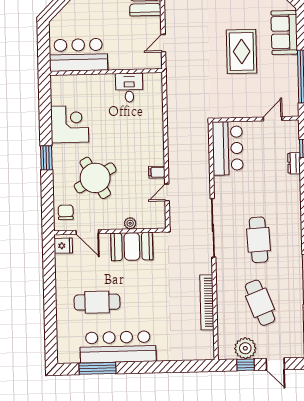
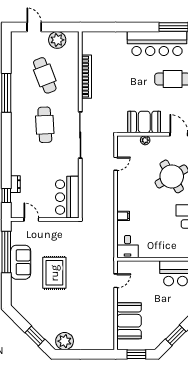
sofa: (284, 33) -> (21, 262), moved
desk: (129, 88) -> (128, 247), moved
door: (273, 119) -> (31, 219), swing flipped
filing cabinet: (157, 172) -> (123, 216), moved
window: (246, 365) -> (57, 27), removed

